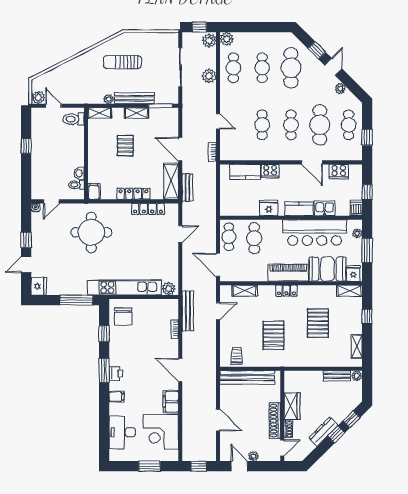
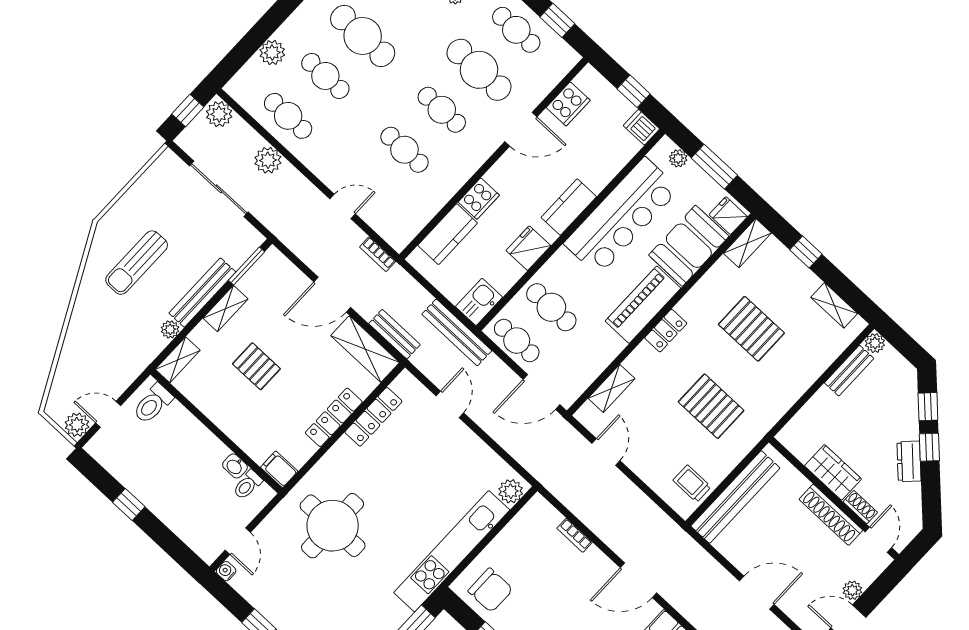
plant: (227, 39) -> (272, 53), moved
kitchen sink: (325, 208) -> (479, 302), moved
bench: (188, 311) -> (457, 332), moved
dresser: (323, 432) -> (909, 461), width x0.70

